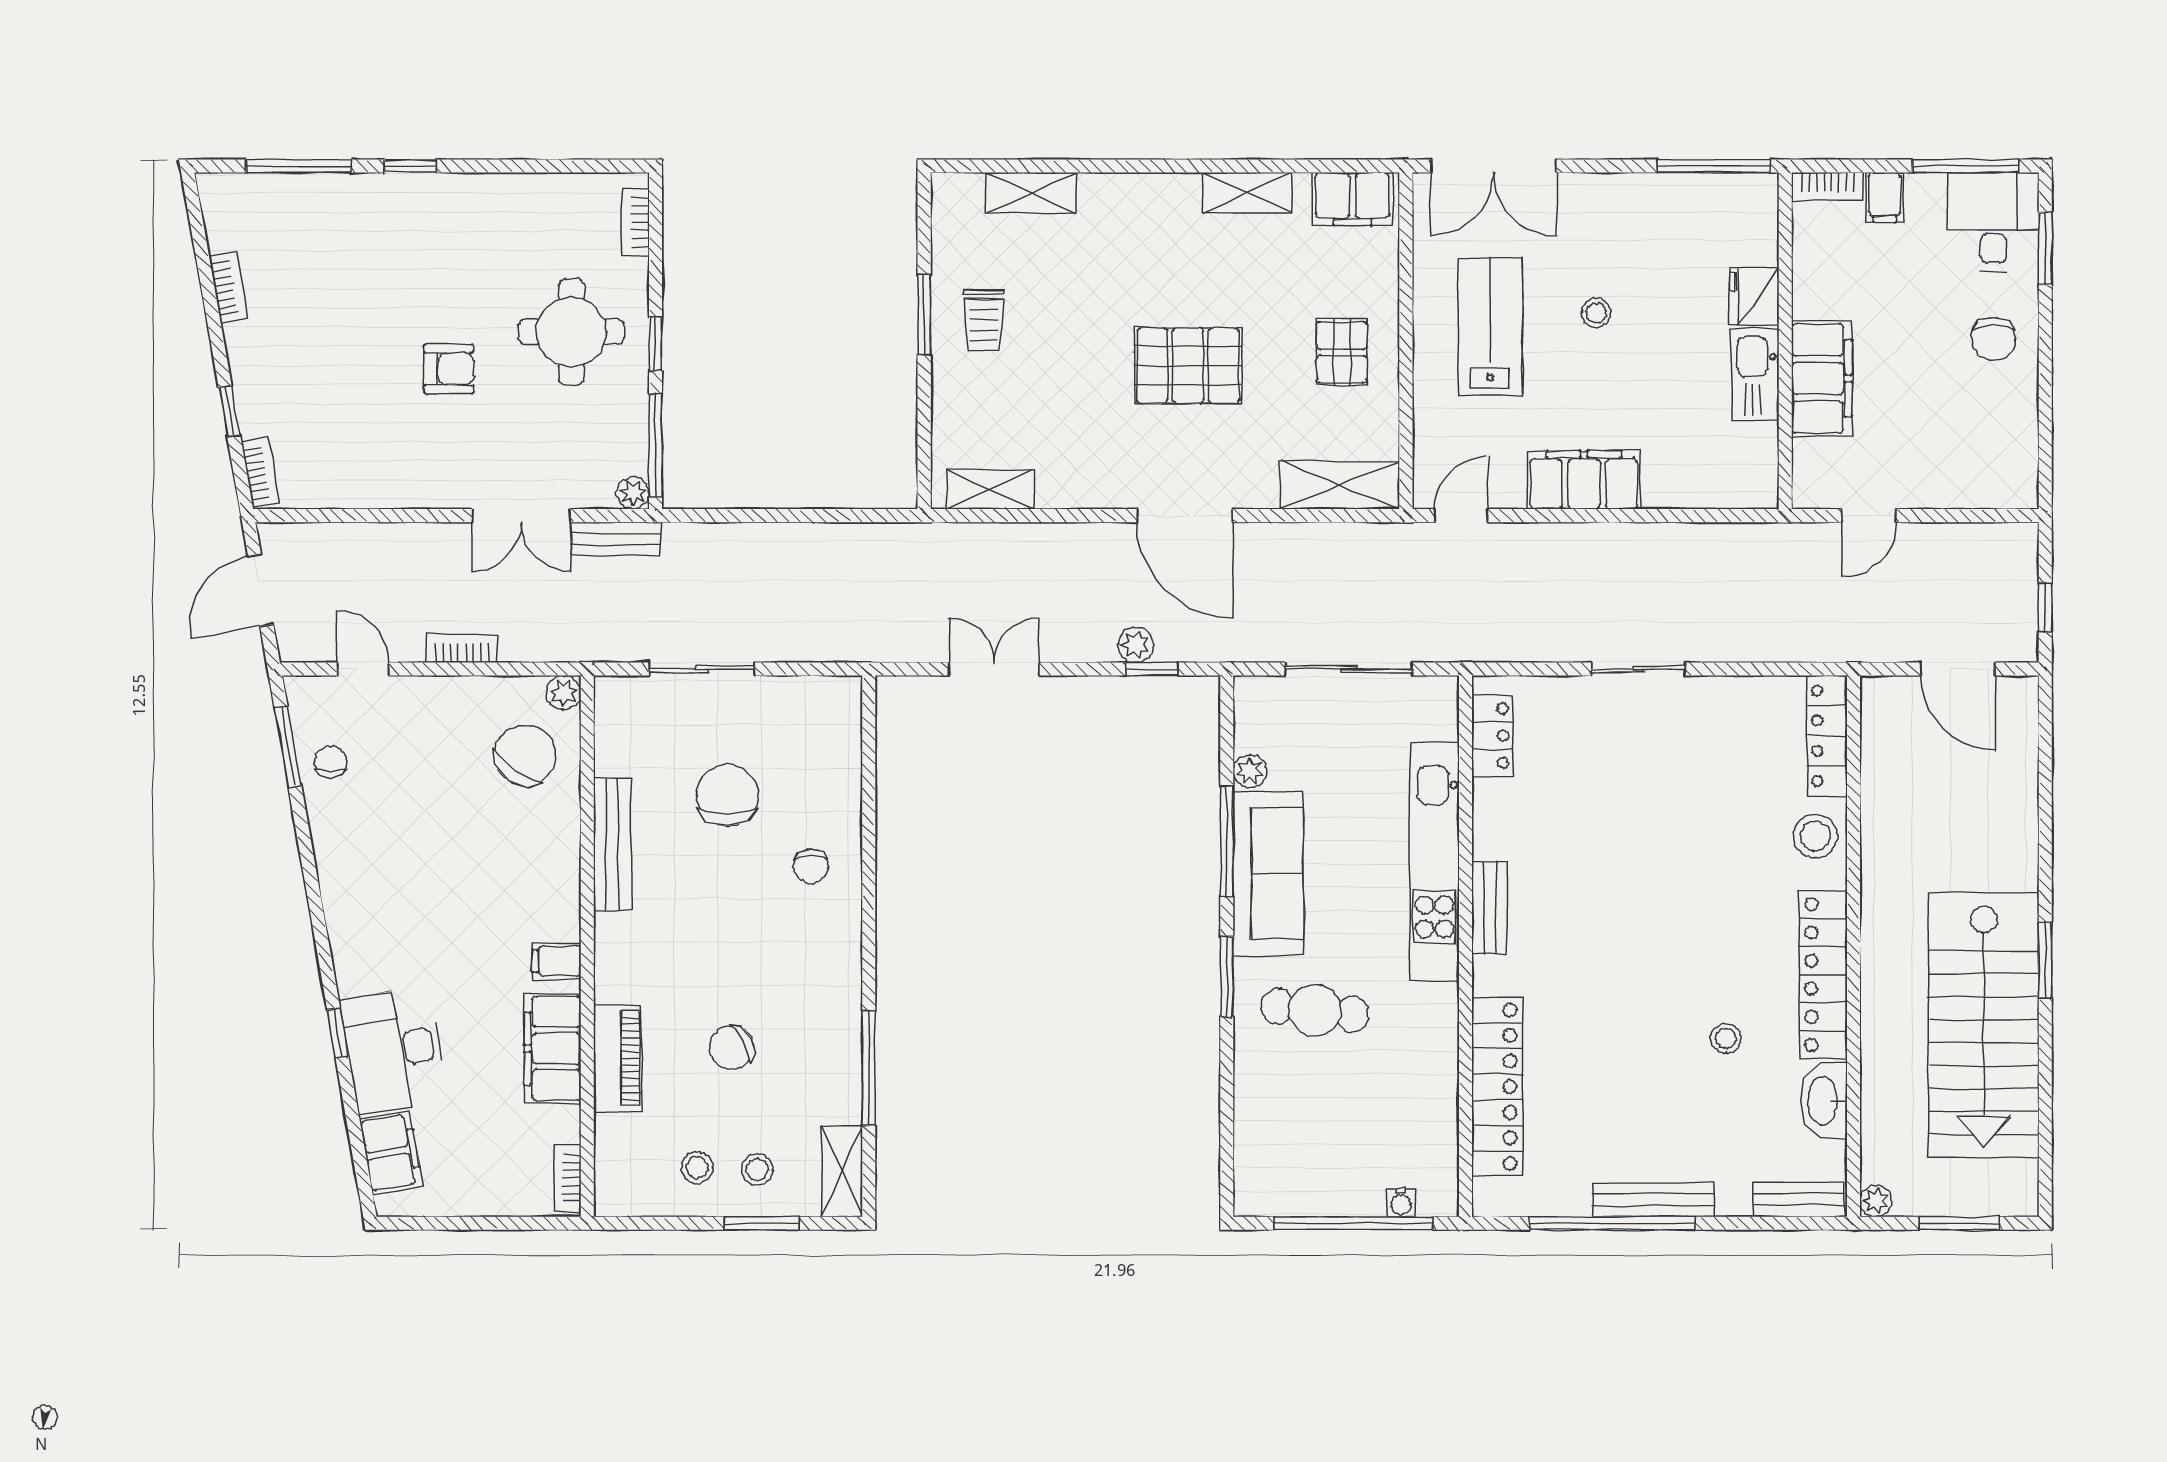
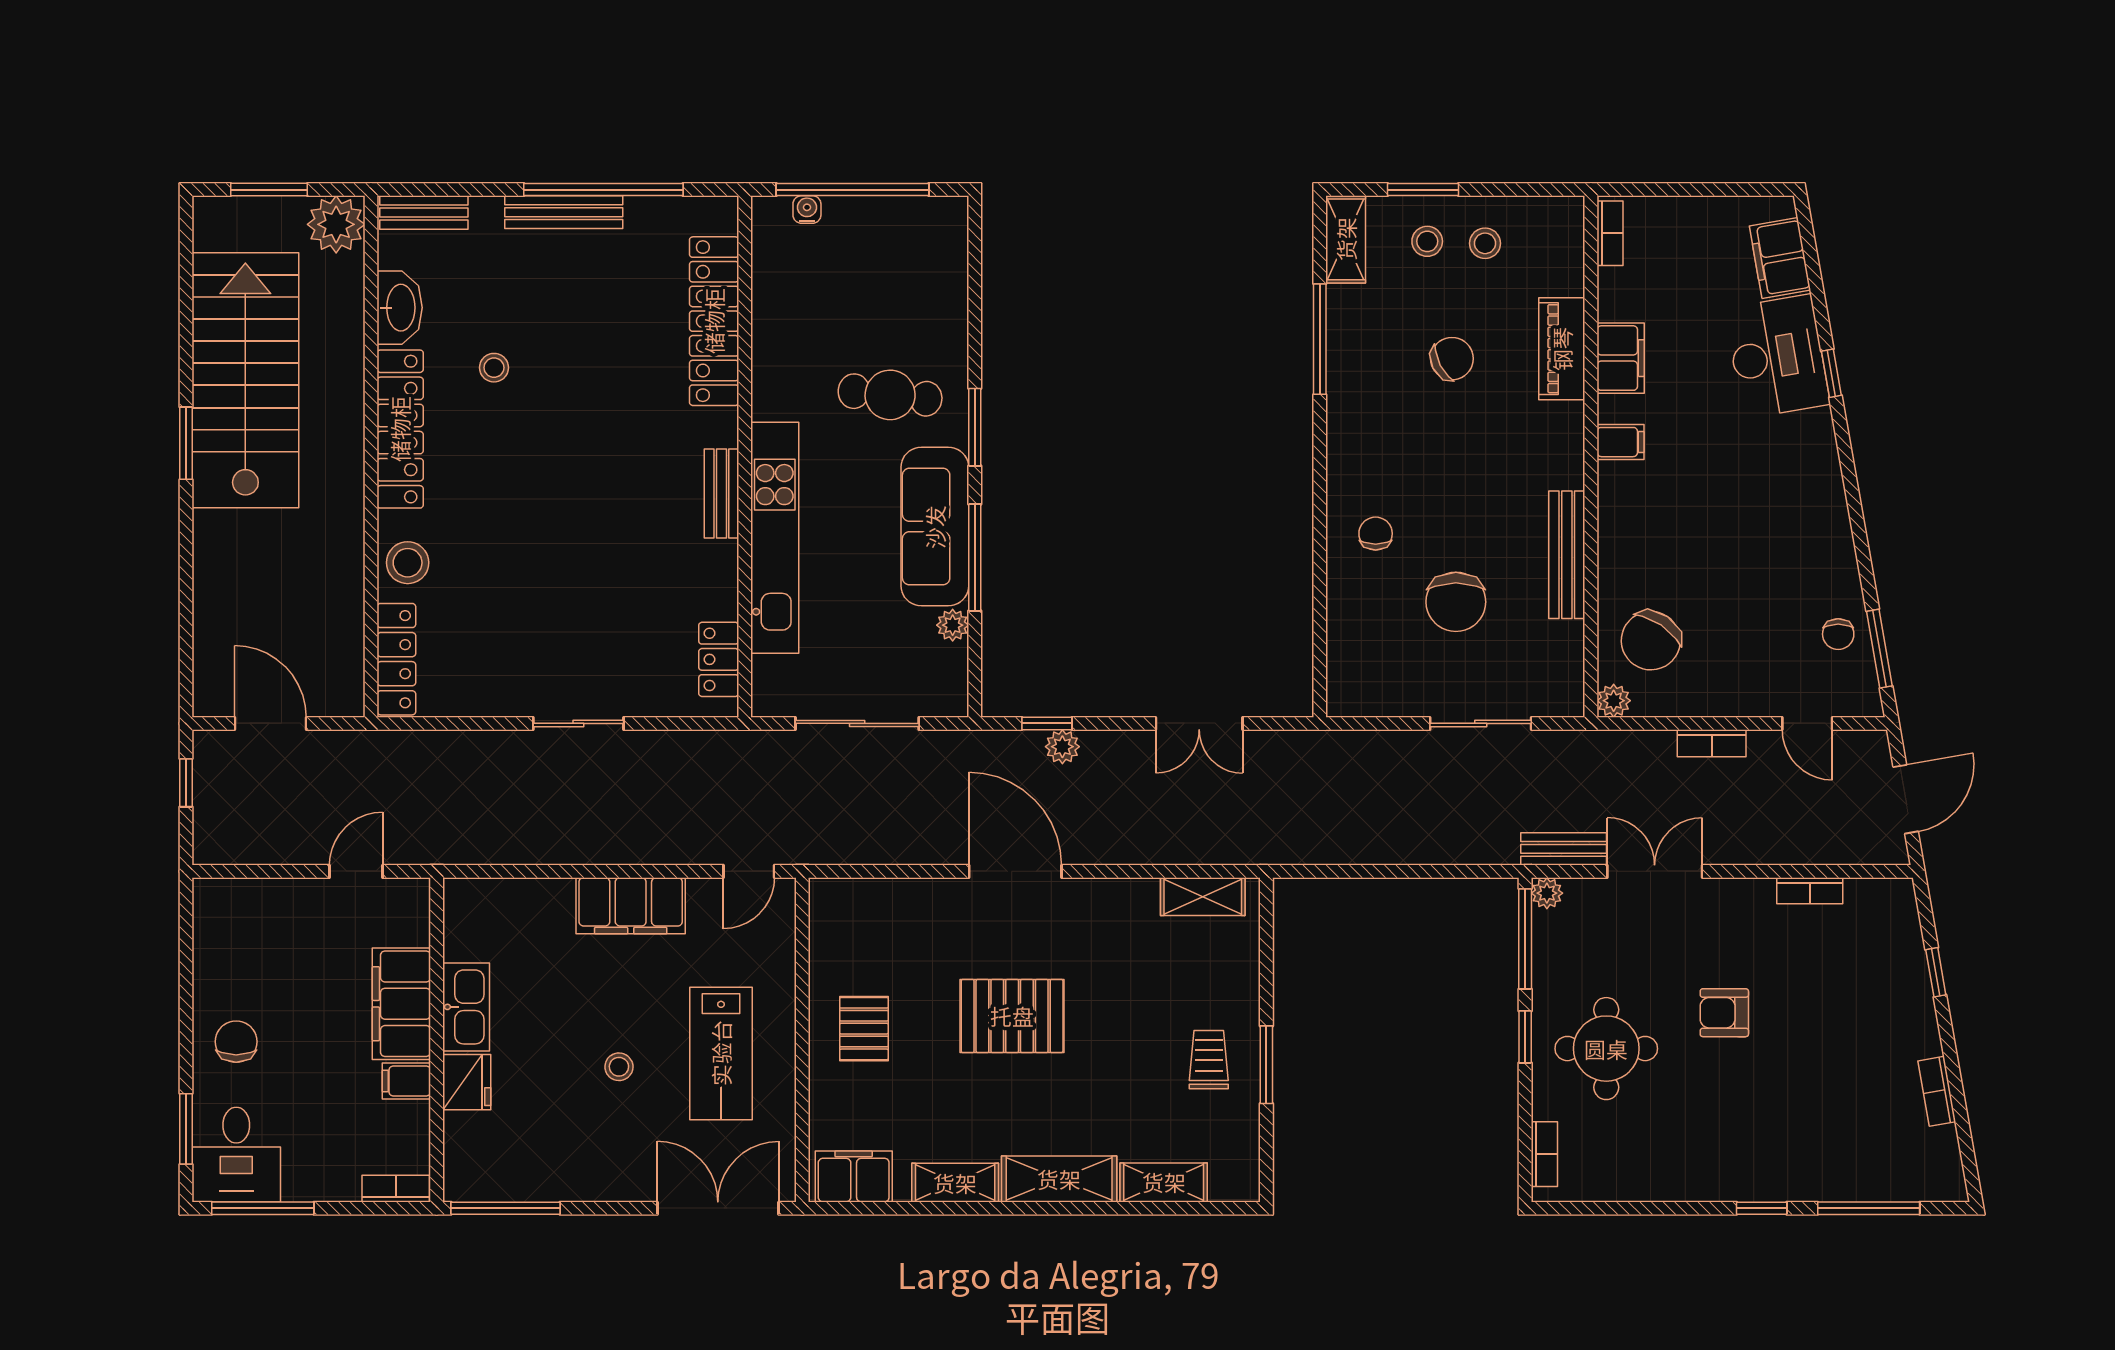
filing cabinet: (1885, 197) -> (406, 1081), moved, turned -90
bookcase: (260, 472) -> (1810, 891), moved, turned -80
shelving: (1340, 485) -> (1059, 1179), moved
filing cabinet: (552, 1048) -> (1621, 358), width x0.67, depth x0.86
plant: (1876, 1201) -> (336, 224), width x1.88, depth x1.88

